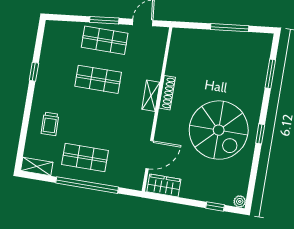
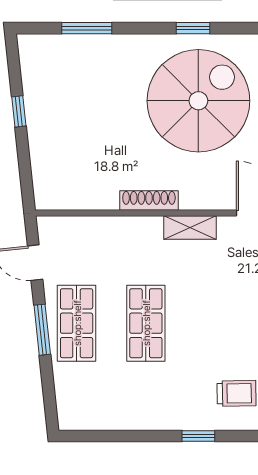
window: (230, 28) -> (19, 111), width x0.46
window: (34, 72) -> (198, 436), moved
shelving: (151, 96) -> (190, 228), moved

